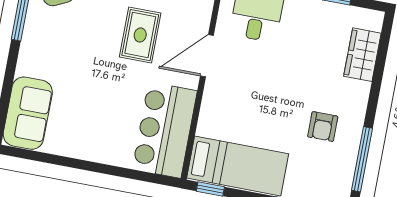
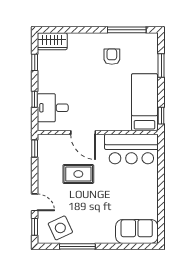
wardrobe: (362, 55) -> (52, 41), moved
armchair: (323, 127) -> (112, 57), turned -90

